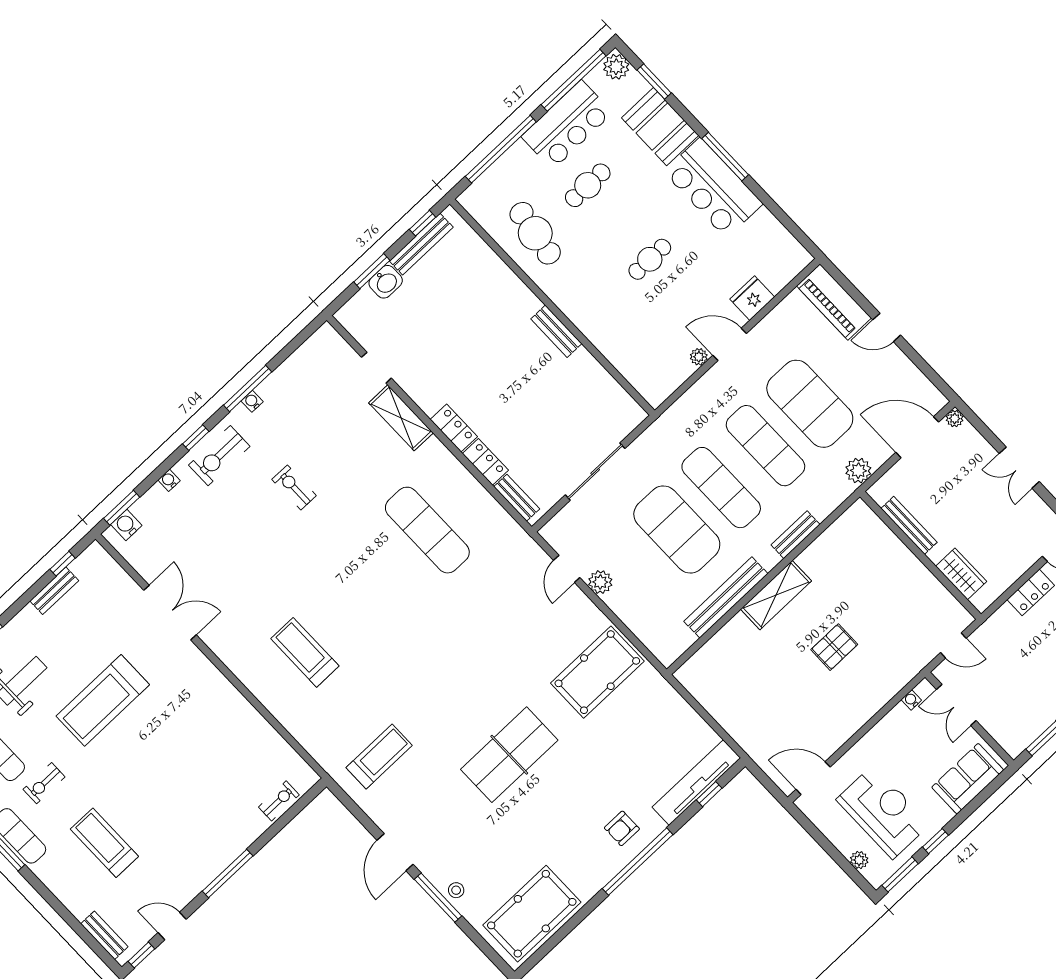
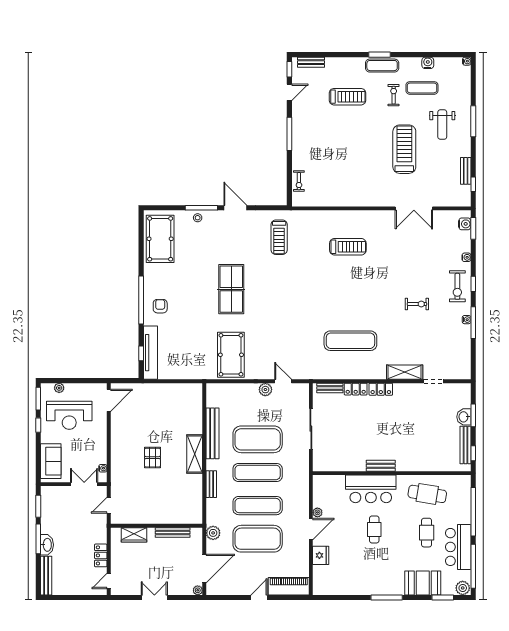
bar counter: (713, 188) -> (371, 489), moved, turned 180
exercise bike: (219, 456) -> (457, 286), turned 180

